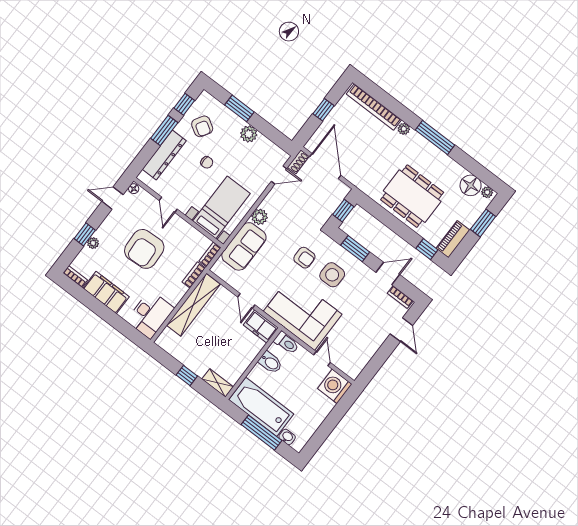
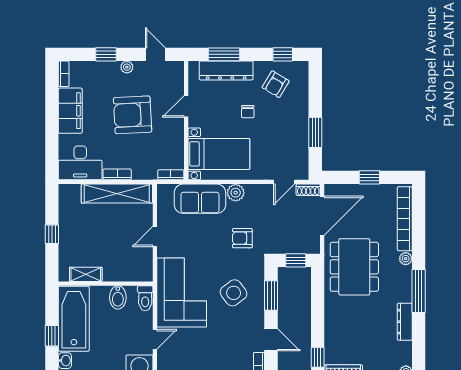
window: (239, 108) -> (315, 132), moved
window: (164, 131) -> (224, 54), moved
plant: (249, 134) -> (300, 129), removed
dresser: (450, 165) -> (405, 322), added
door: (279, 175) -> (284, 182), hinge flipped
floor lamp: (471, 185) -> (401, 353), removed
floor lamp: (134, 189) -> (177, 66), removed
dining table: (412, 196) -> (354, 267), moved
plant: (93, 243) -> (127, 67), moved
armchair: (304, 258) -> (242, 238), moved, turned 90
bookcase: (194, 275) -> (117, 174), moved
side table: (332, 275) -> (234, 293), turned -37
freezer: (261, 326) -> (142, 266), removed
shelving: (218, 383) -> (86, 274), moved, turned 90
window: (261, 433) -> (52, 336), width x0.46

